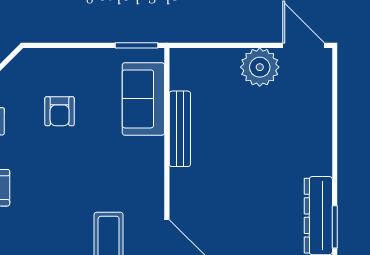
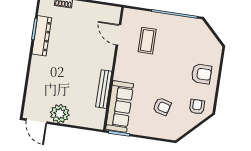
sofa: (143, 99) -> (120, 106), width x1.36
armchair: (60, 111) -> (162, 107), turned 105

